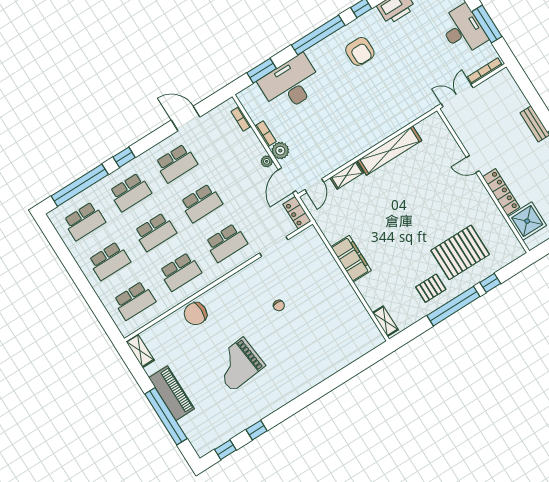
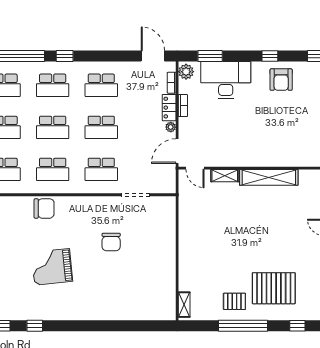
window: (318, 35) -> (270, 56), width x0.32
armchair: (360, 51) -> (281, 80), moved
door: (186, 118) -> (153, 56), moved
plant: (280, 151) -> (186, 72), moved
door: (314, 186) -> (195, 168), hinge flipped
locker: (297, 213) -> (169, 108), moved
filing cabinet: (351, 259) -> (188, 241), removed
window: (490, 283) -> (297, 326), moved
chair: (279, 305) -> (111, 242), width x1.87, depth x1.87
chair: (195, 314) -> (44, 208), turned 180

